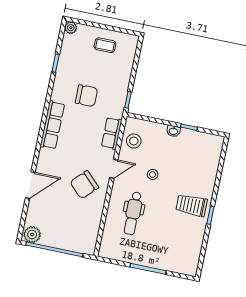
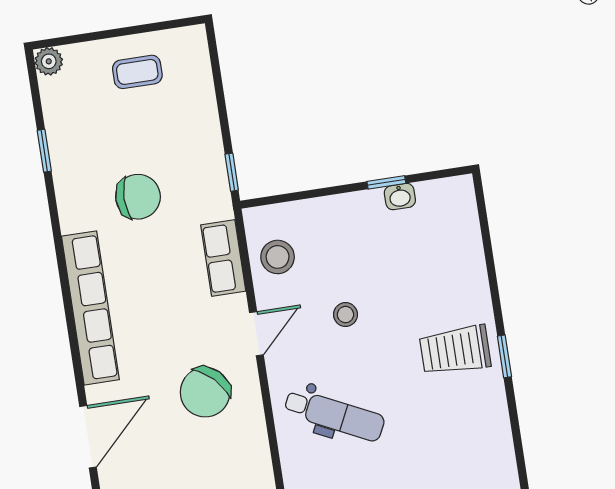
row of seats: (52, 125) -> (90, 308), width x1.36
washbasin: (173, 131) -> (400, 197), moved
dental chair: (133, 213) -> (334, 415), turned -64

